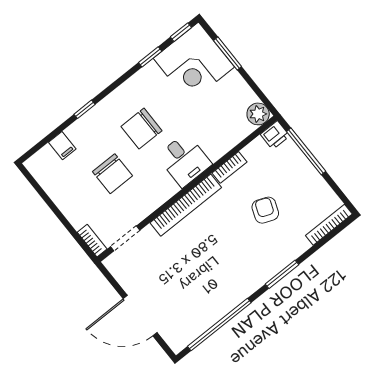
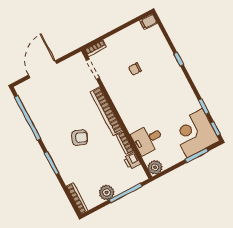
chair: (141, 129) -> (160, 92), removed
printer: (275, 135) -> (132, 161), moved
filing cabinet: (62, 146) -> (148, 22), moved
desk: (184, 160) -> (148, 139), moved
chair: (112, 174) -> (135, 69), width x0.54, depth x0.54
plant: (311, 181) -> (107, 192), added
armchair: (265, 210) -> (80, 138), moved

